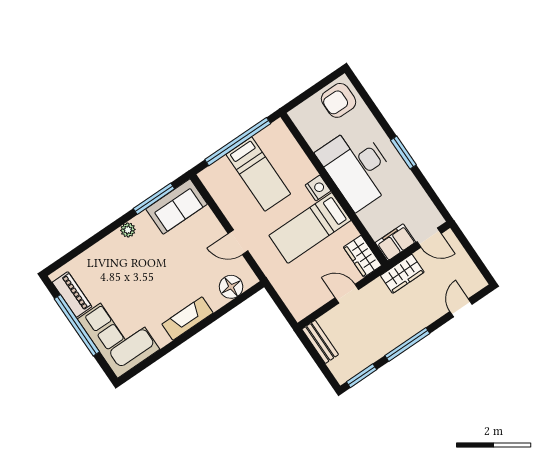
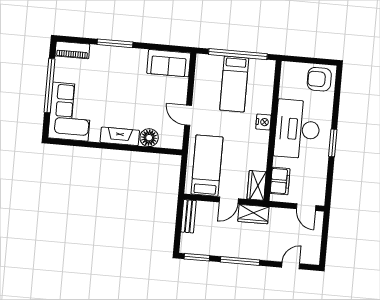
window: (154, 199) -> (115, 43), moved
bed: (310, 228) -> (207, 166), moved, turned 90
plant: (128, 230) -> (128, 53), removed
filing cabinet: (395, 242) -> (280, 181), moved, turned 90
wardrobe: (402, 274) -> (253, 214), moved
floor lamp: (231, 287) -> (149, 138), moved
piano: (72, 294) -> (72, 50), moved, turned 90
door: (347, 294) -> (229, 200), swing flipped

